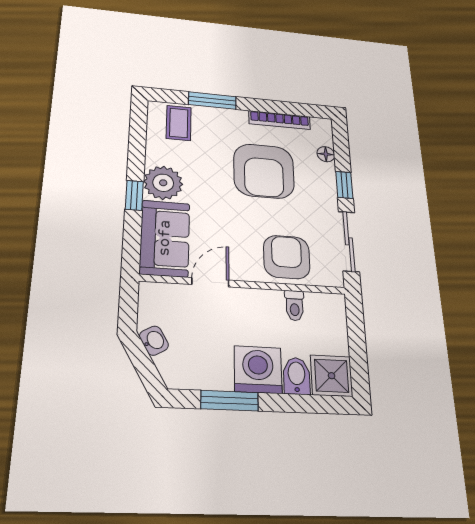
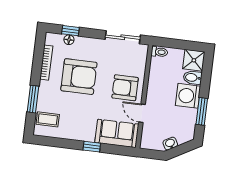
plant: (163, 183) -> (85, 131), removed
window: (344, 185) -> (70, 31), moved
armchair: (287, 257) -> (125, 88), moved
toilet: (295, 306) -> (159, 52), moved

